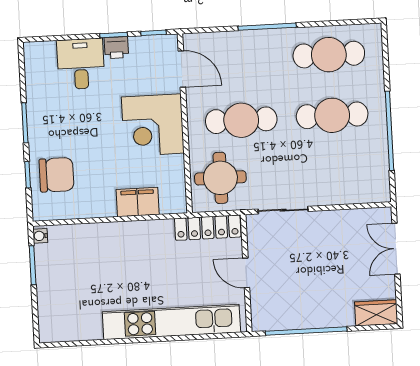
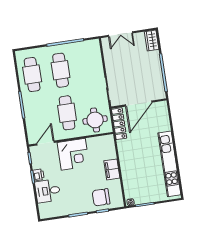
chair: (57, 175) -> (101, 197), turned -90
filing cabinet: (138, 202) -> (112, 169), moved
door: (246, 273) -> (139, 104), width x1.88
kitchen unit: (171, 322) -> (169, 164), moved

